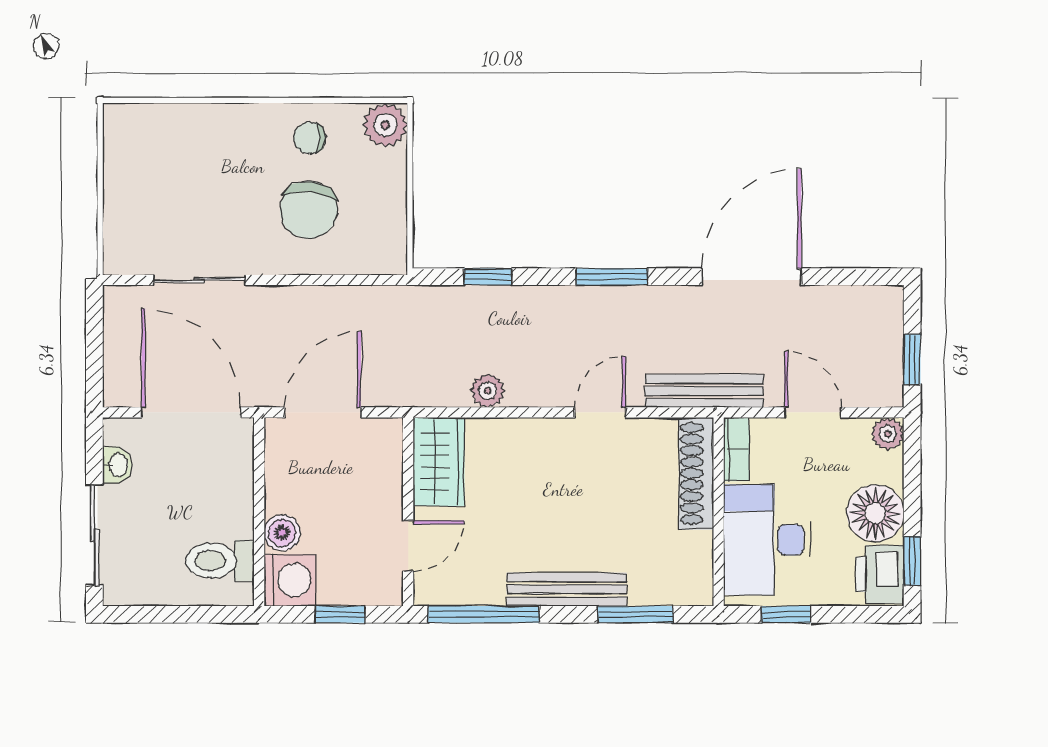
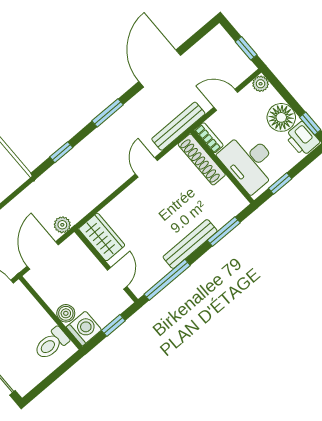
plant: (488, 391) -> (62, 225), moved

